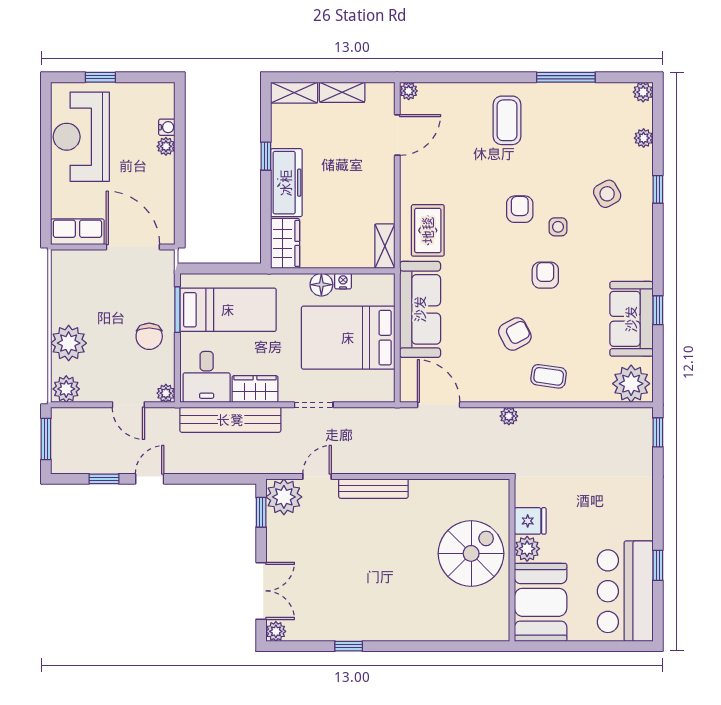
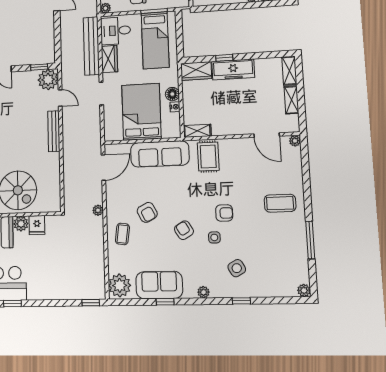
plant: (644, 138) -> (203, 292), moved
window: (266, 156) -> (224, 58), moved
rug: (428, 230) -> (208, 157), turned 90
armchair: (545, 275) -> (184, 230), turned -121

